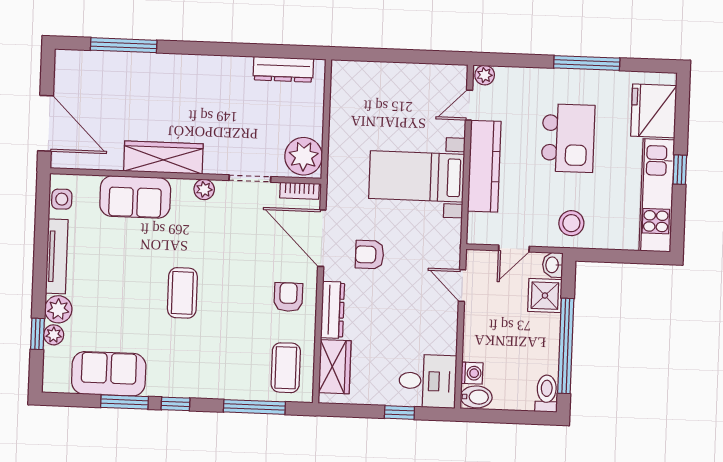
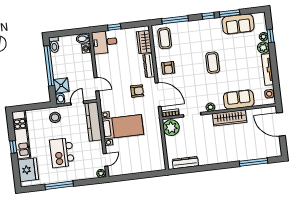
kitchen counter: (484, 166) -> (93, 121), moved

